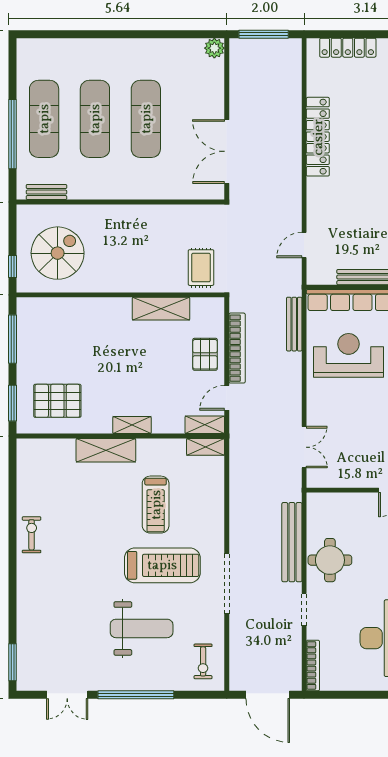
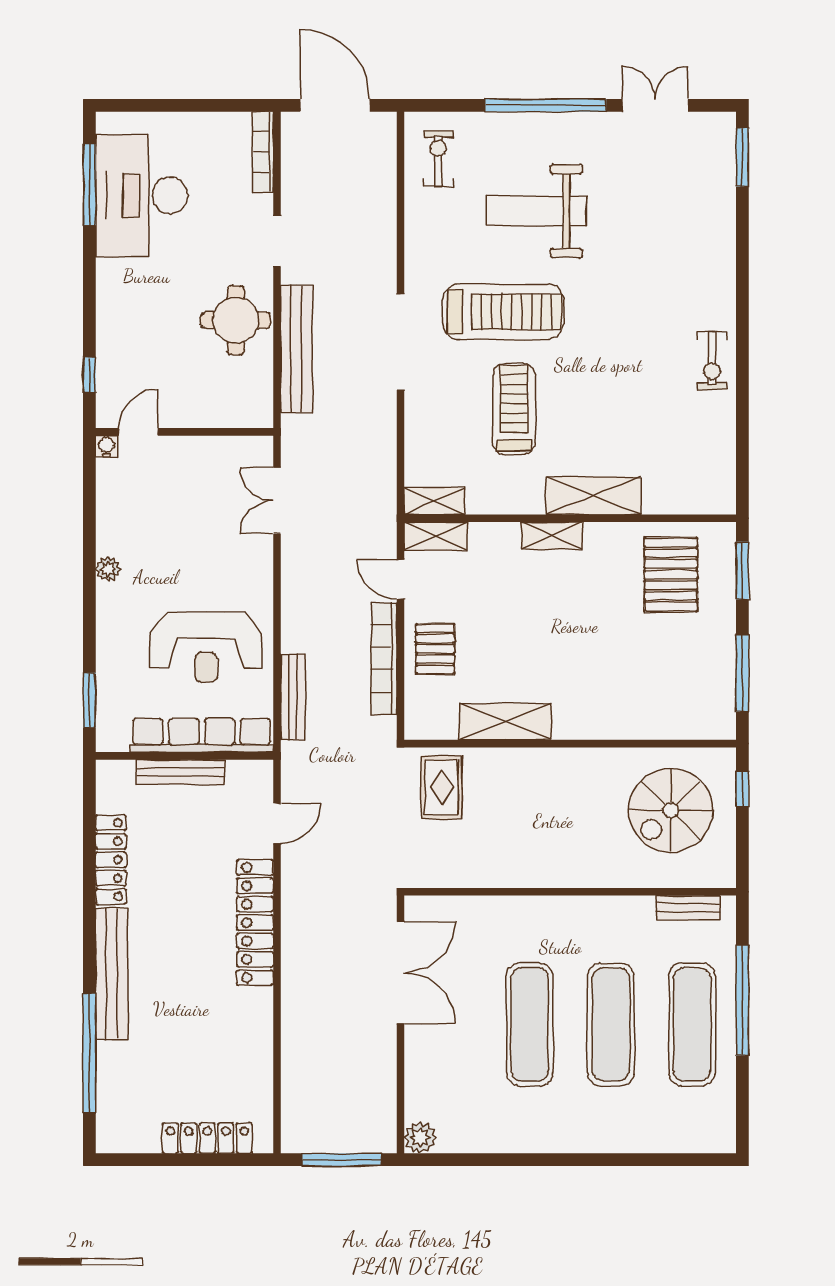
locker: (318, 137) -> (255, 923), moved
door: (227, 398) -> (400, 579), swing flipped
pallet: (57, 401) -> (671, 574), turned 90
treadmill: (162, 565) -> (503, 312), turned 180
doorway: (227, 584) -> (400, 342), moved

